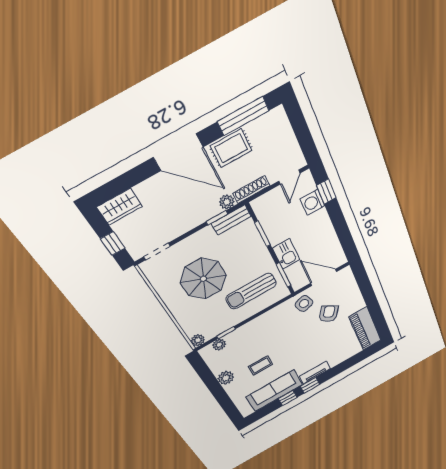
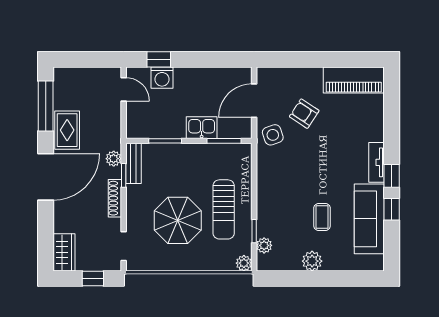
shoe rack: (251, 190) -> (115, 198), moved
sun lounger: (251, 291) -> (224, 209), moved

